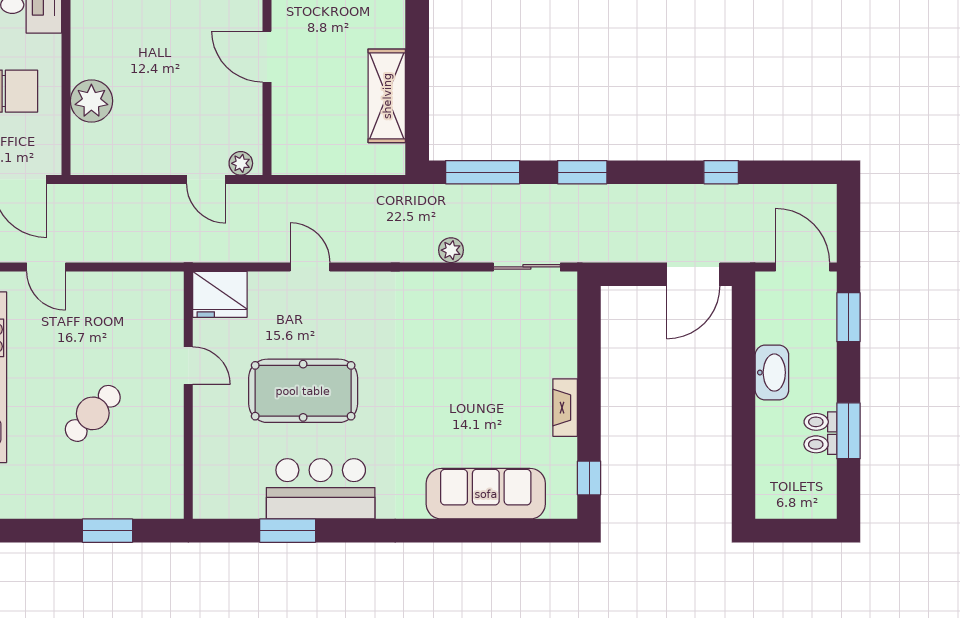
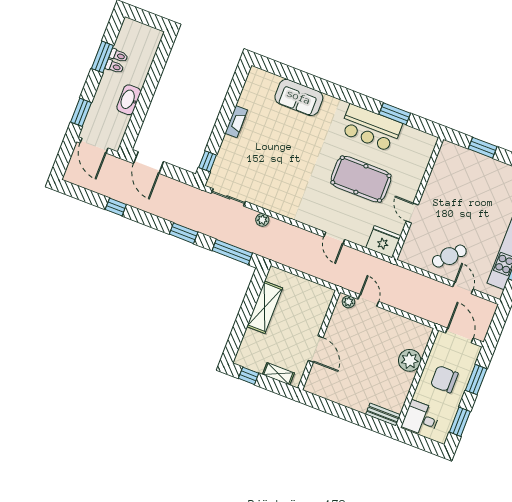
door: (693, 274) -> (149, 163), swing flipped
cafe table: (93, 413) -> (449, 256), moved
window: (589, 478) -> (208, 161), moved
sofa: (486, 494) -> (299, 97), width x0.73

